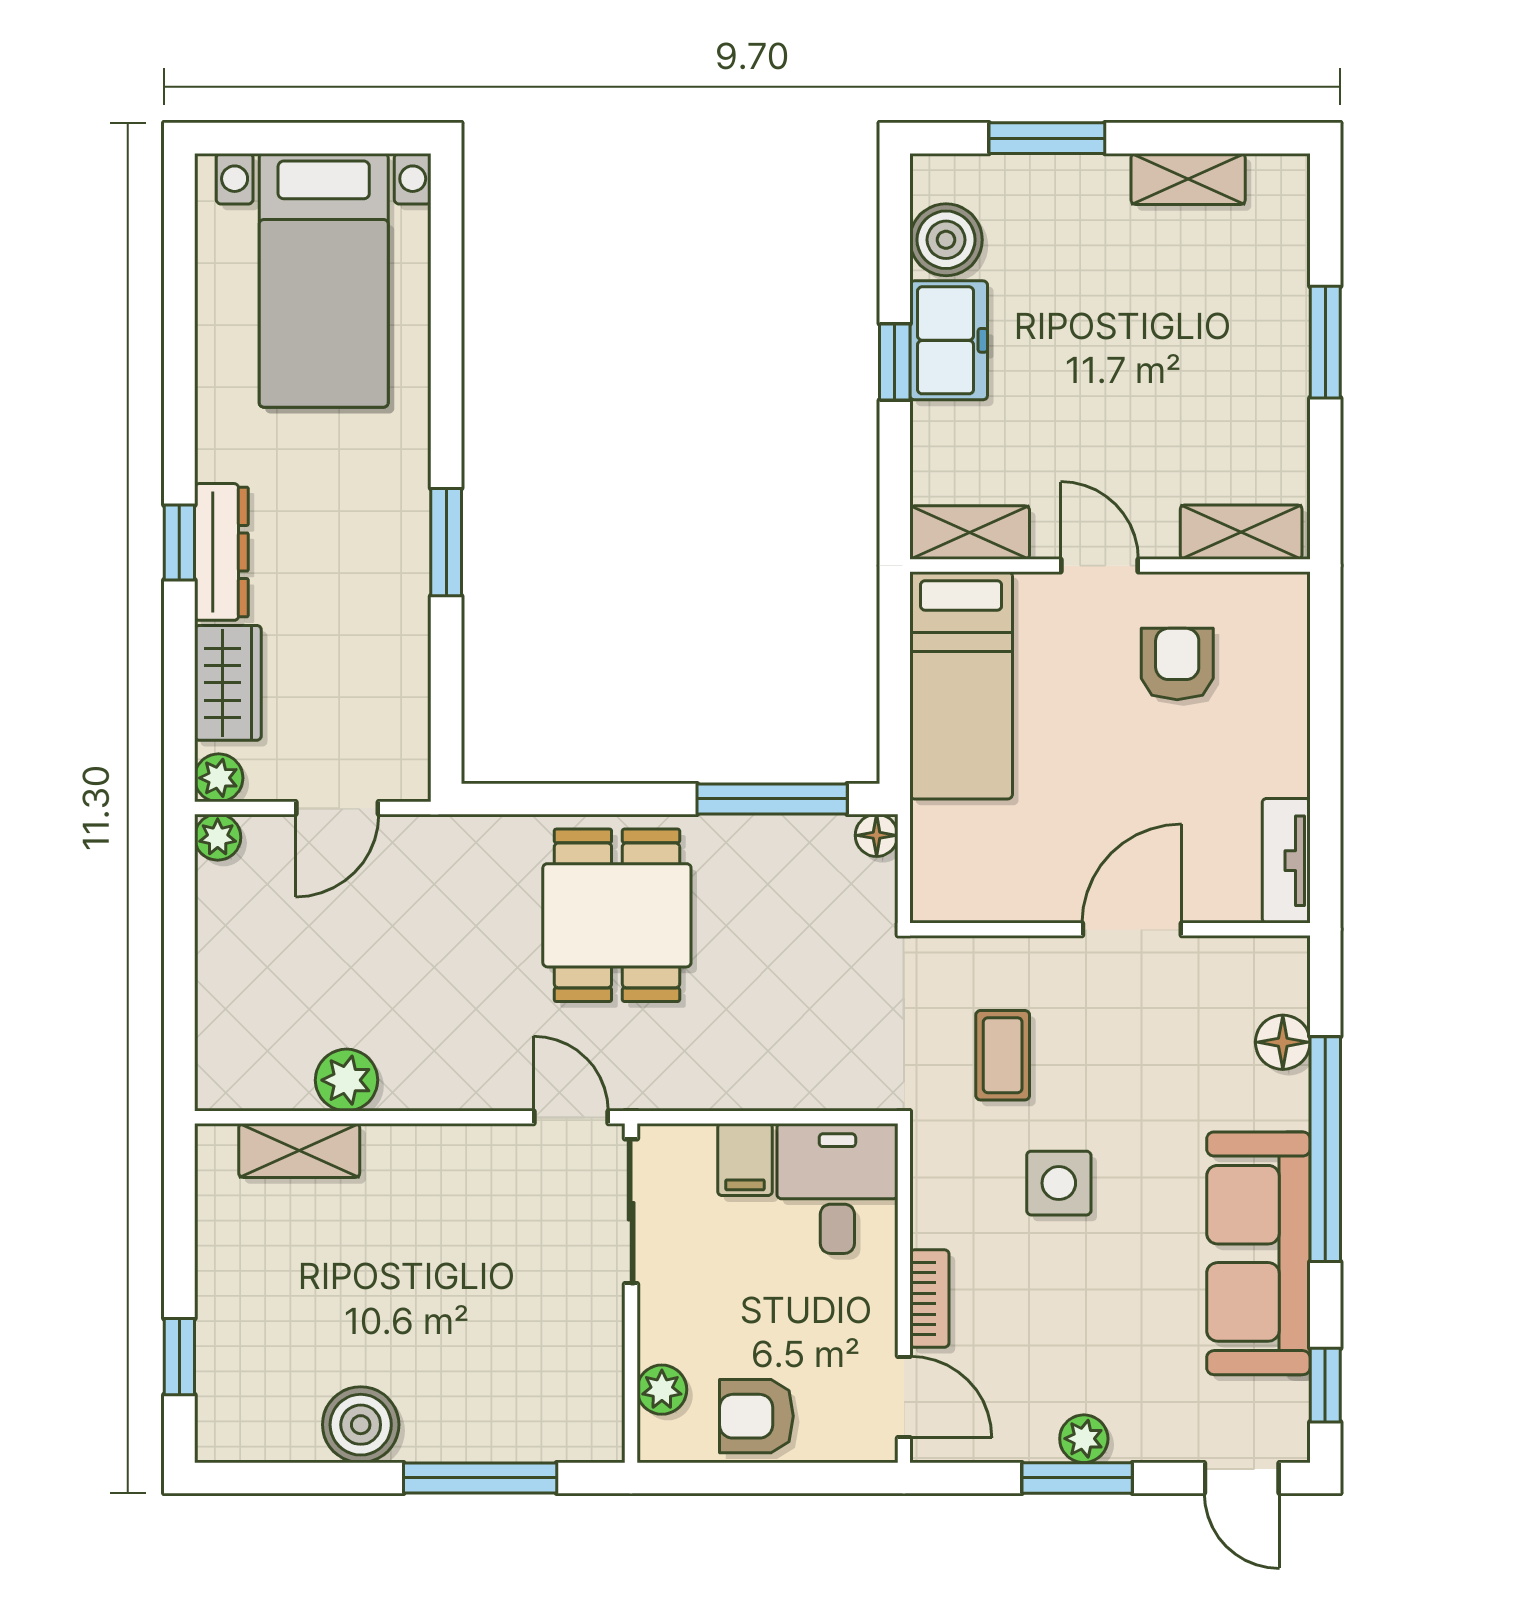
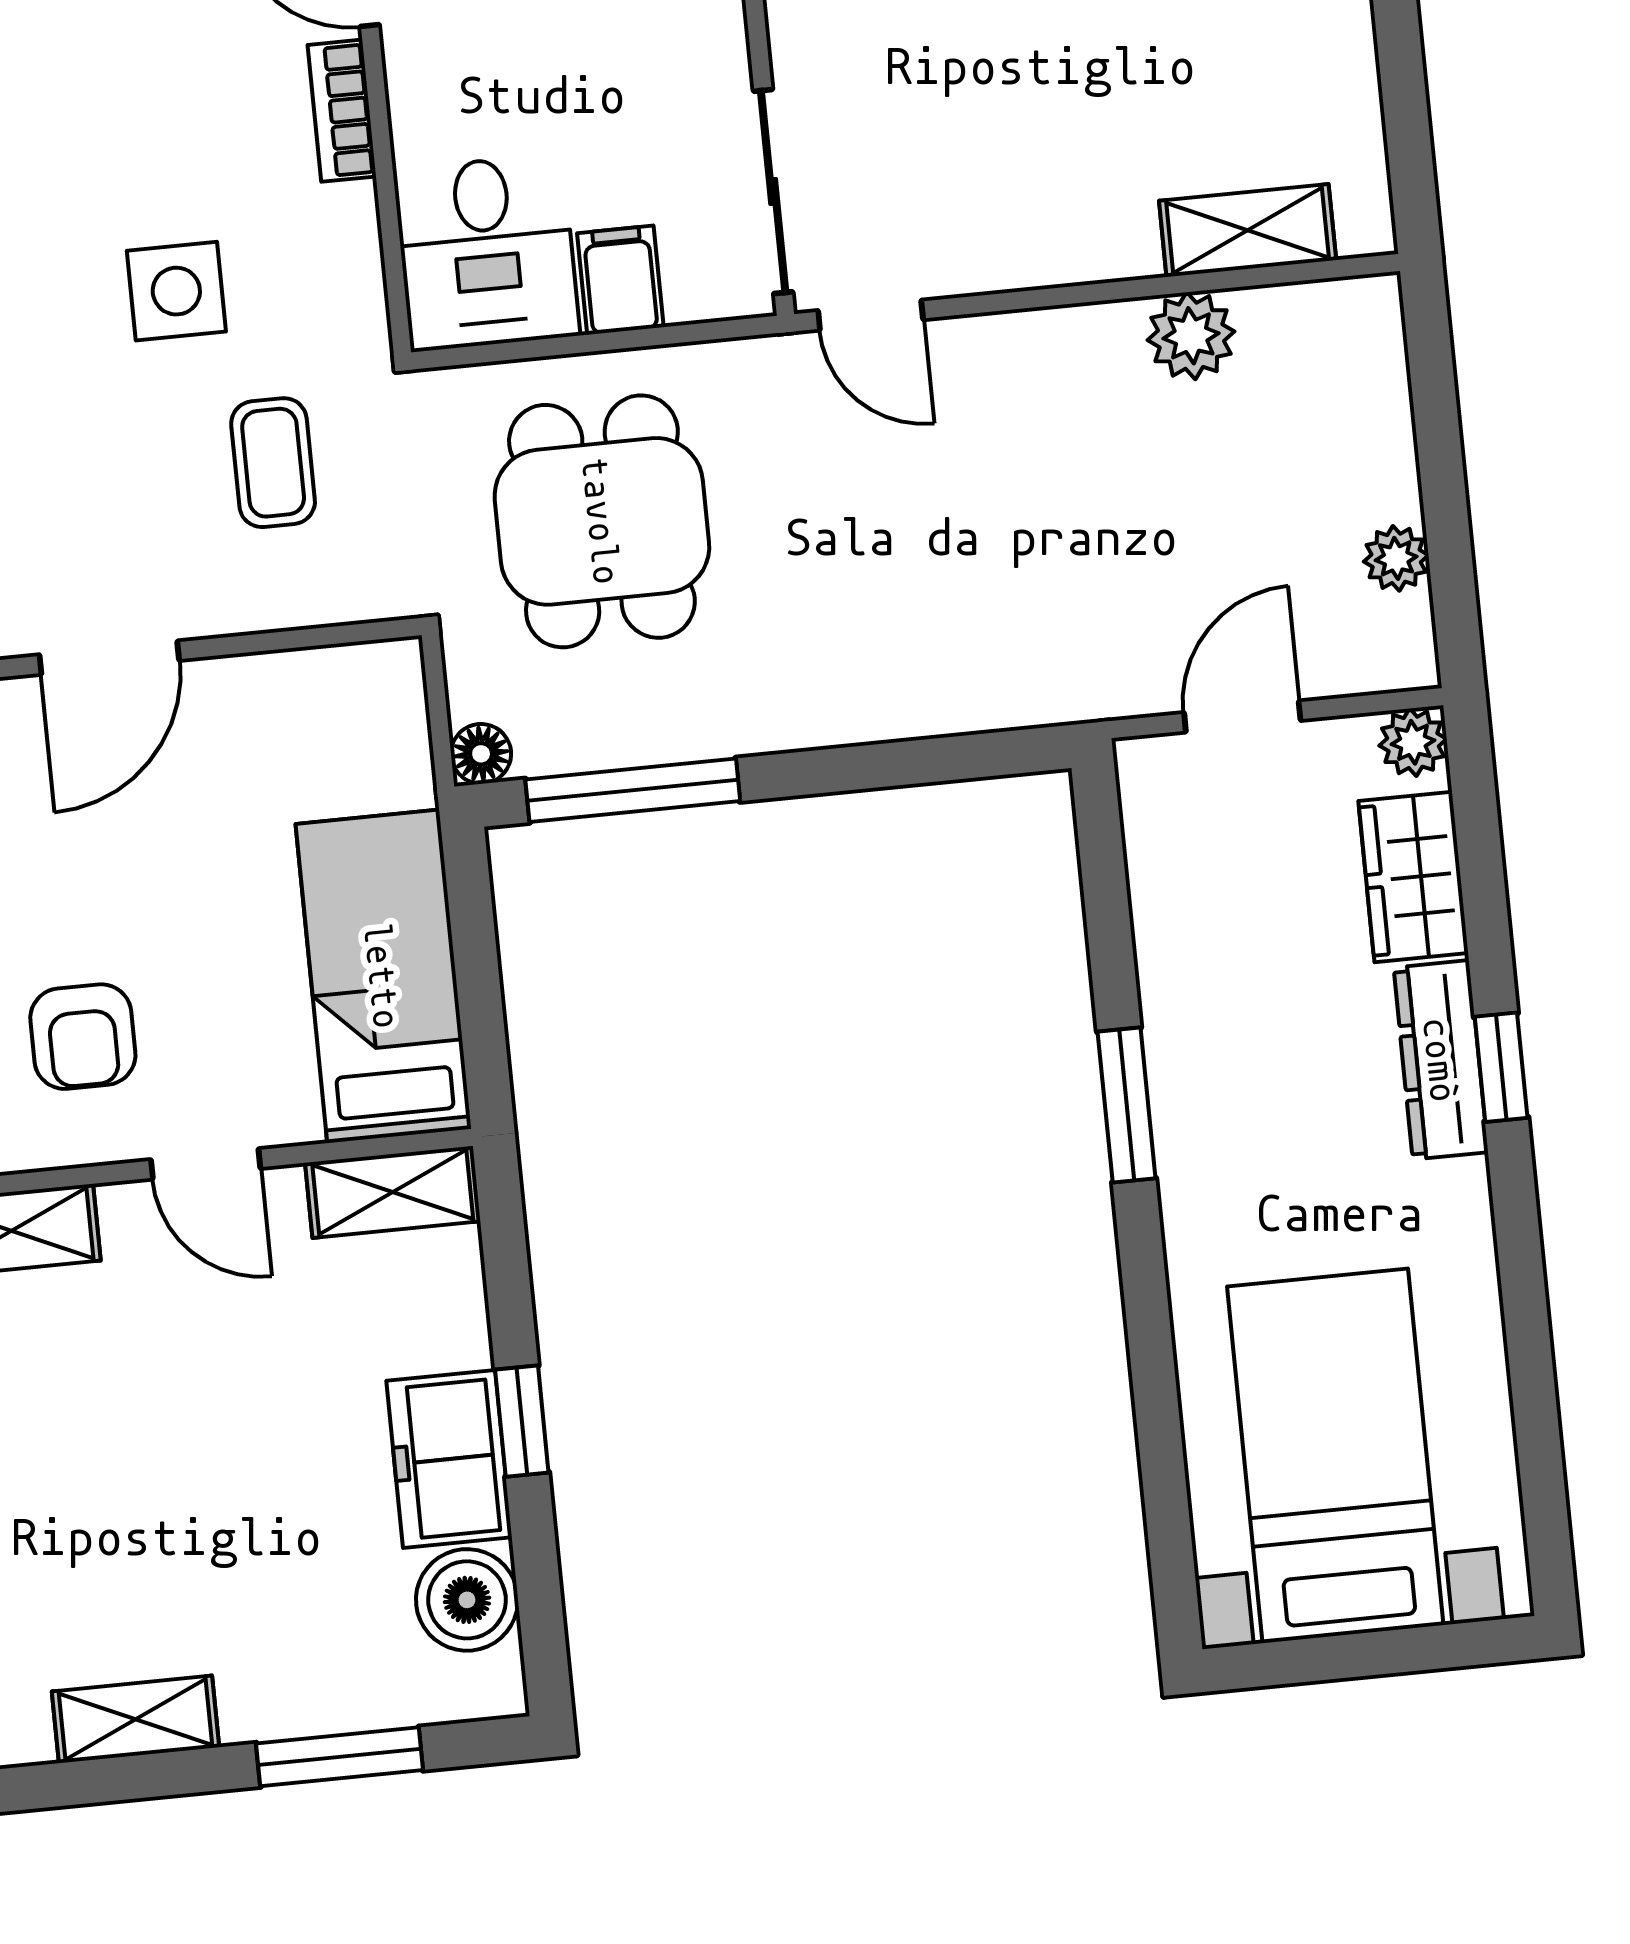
plant: (218, 837) -> (1396, 558), moved
dining table: (617, 915) -> (602, 521), moved

